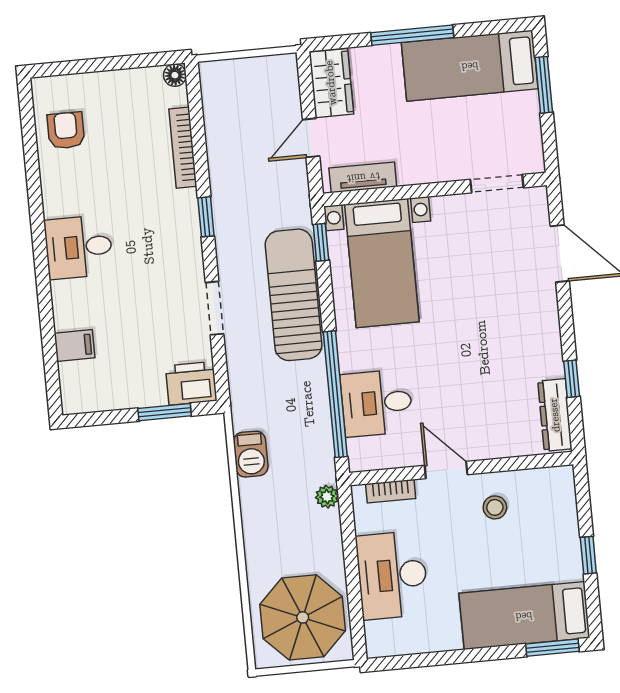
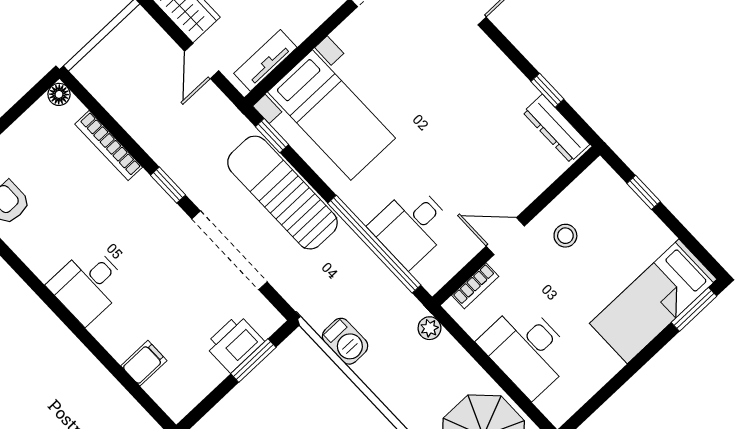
doorway: (215, 308) -> (230, 250), width x1.88
printer: (191, 383) -> (234, 343), moved
window: (588, 555) -> (644, 192), moved

